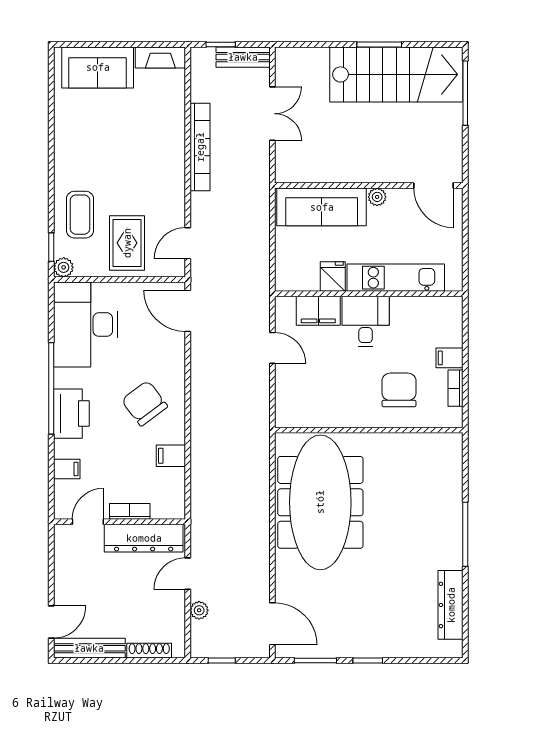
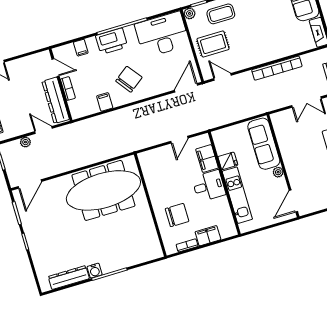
filing cabinet: (450, 358) -> (208, 236), width x2.00
water cooler: (452, 558) -> (95, 271), added

